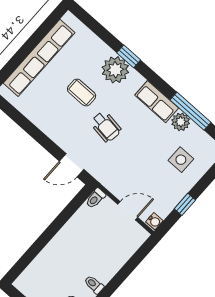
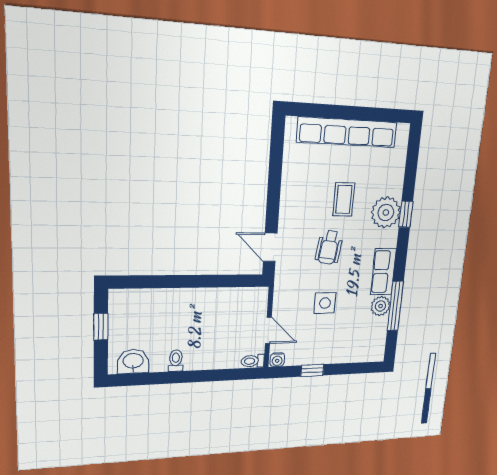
side table: (181, 160) -> (325, 303), moved
toilet: (95, 198) -> (253, 361), moved

